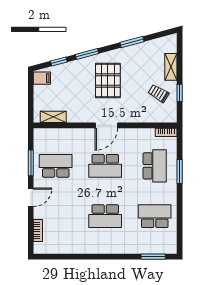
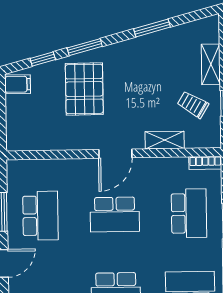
pallet: (108, 80) -> (84, 89), moved
shelving: (53, 117) -> (165, 140), moved
school desk: (56, 166) -> (40, 216), turned 90

